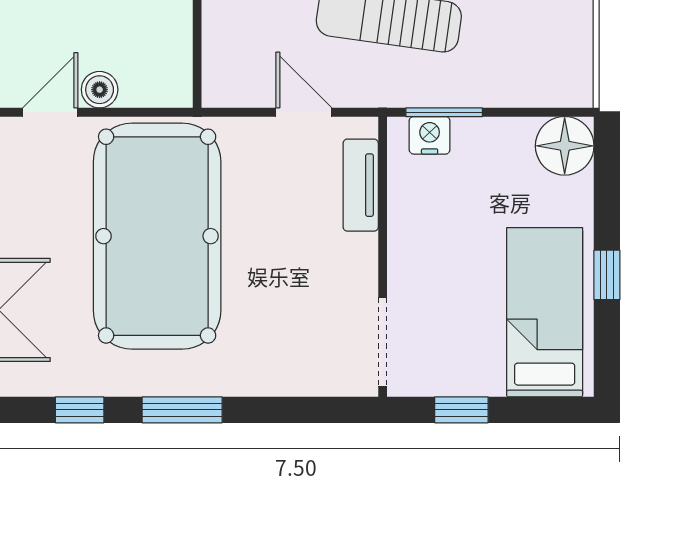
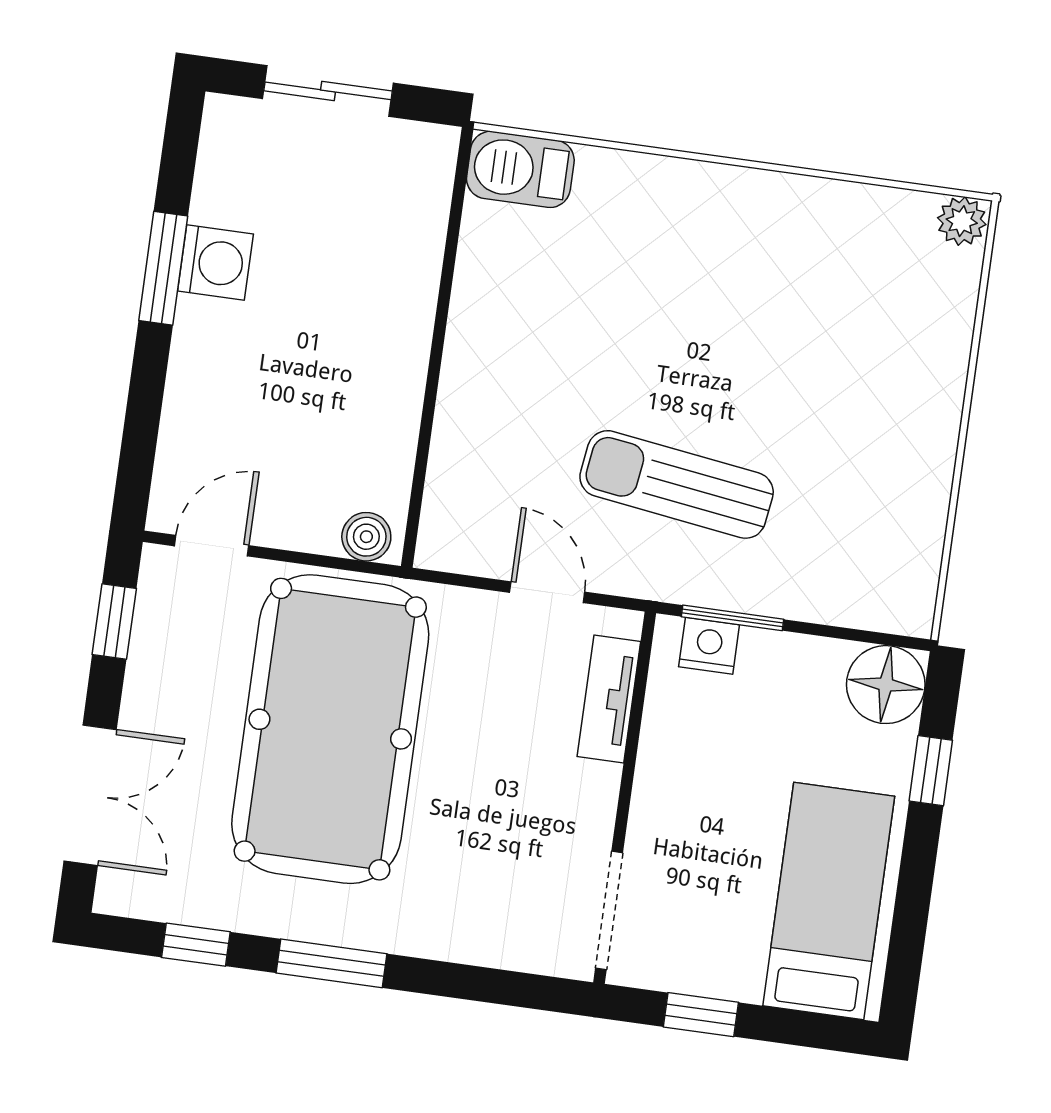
boiler: (100, 90) -> (366, 537), moved
window: (607, 275) -> (931, 771), moved

